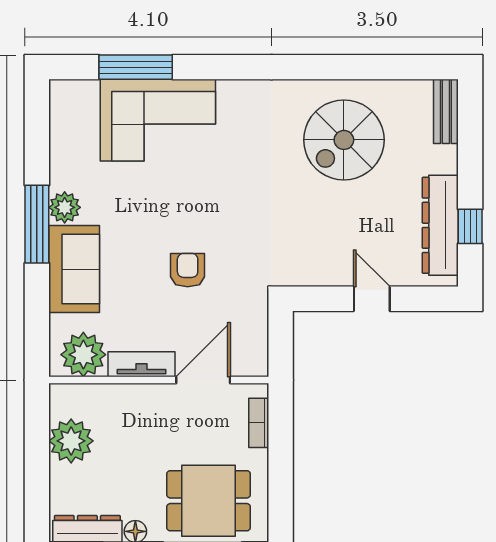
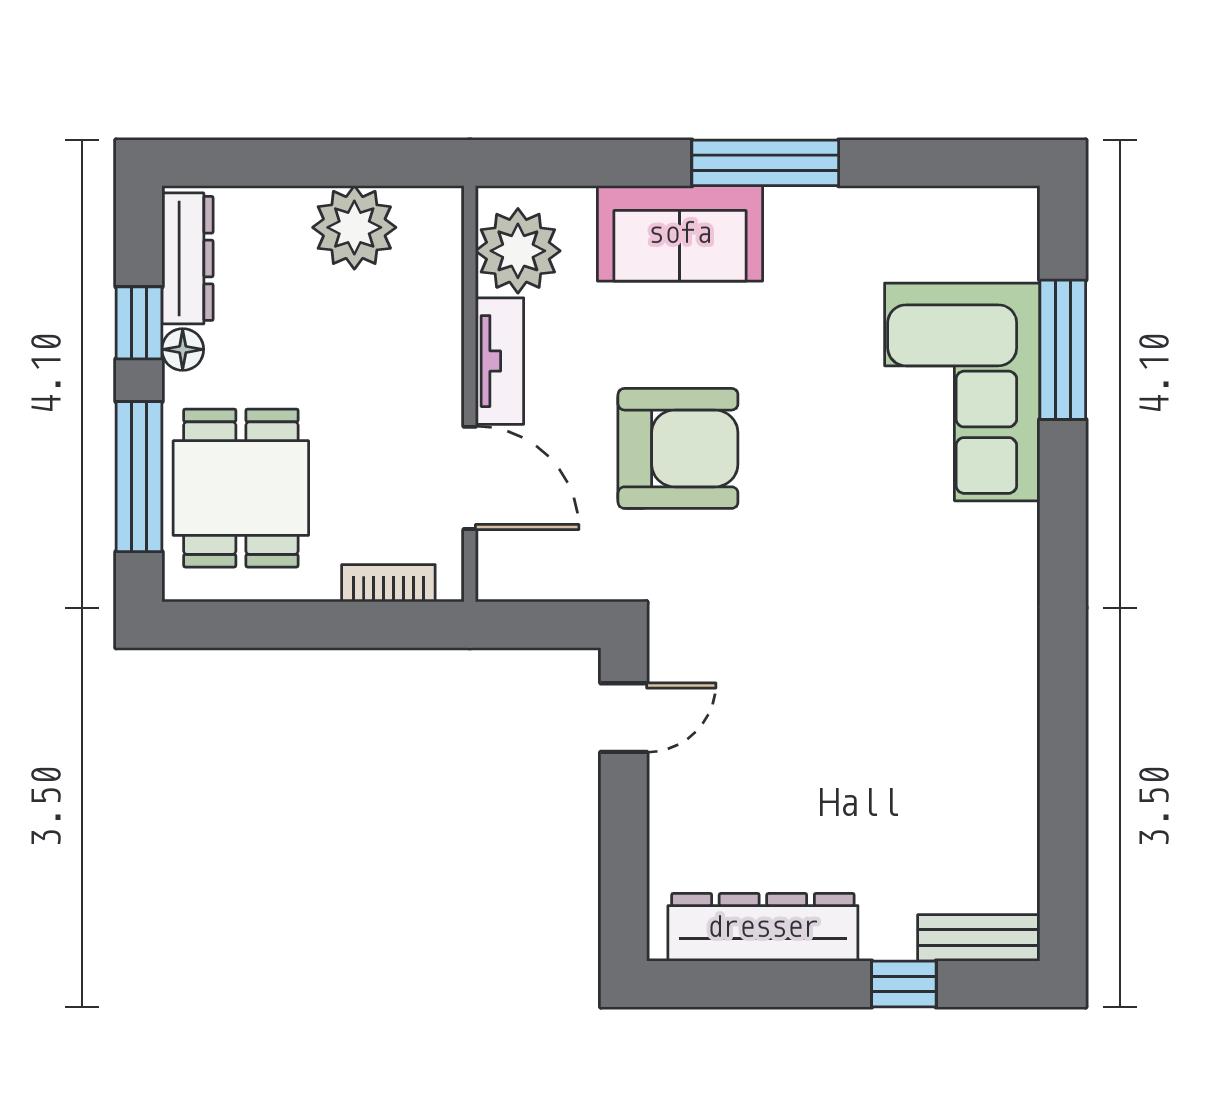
spiral stairs: (344, 140) -> (925, 745), removed
plant: (65, 207) -> (797, 215), removed
window: (470, 226) -> (904, 984), moved
armchair: (188, 270) -> (678, 448), width x1.88, depth x1.88
door: (372, 299) -> (624, 718), moved

